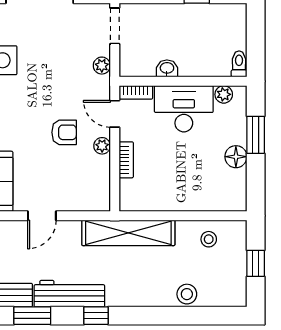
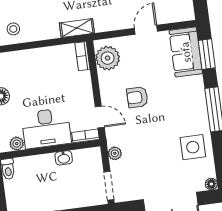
plant: (102, 146) -> (108, 58), moved, width x1.88, depth x1.88
bookcase: (126, 160) -> (82, 56), moved
shelving: (128, 233) -> (77, 28), width x0.45, depth x0.75

